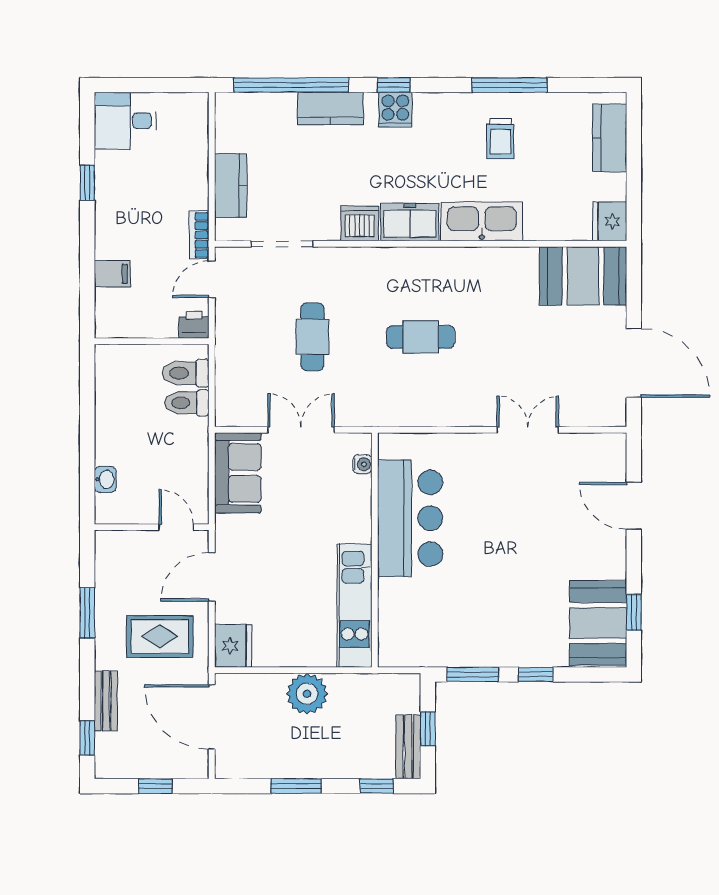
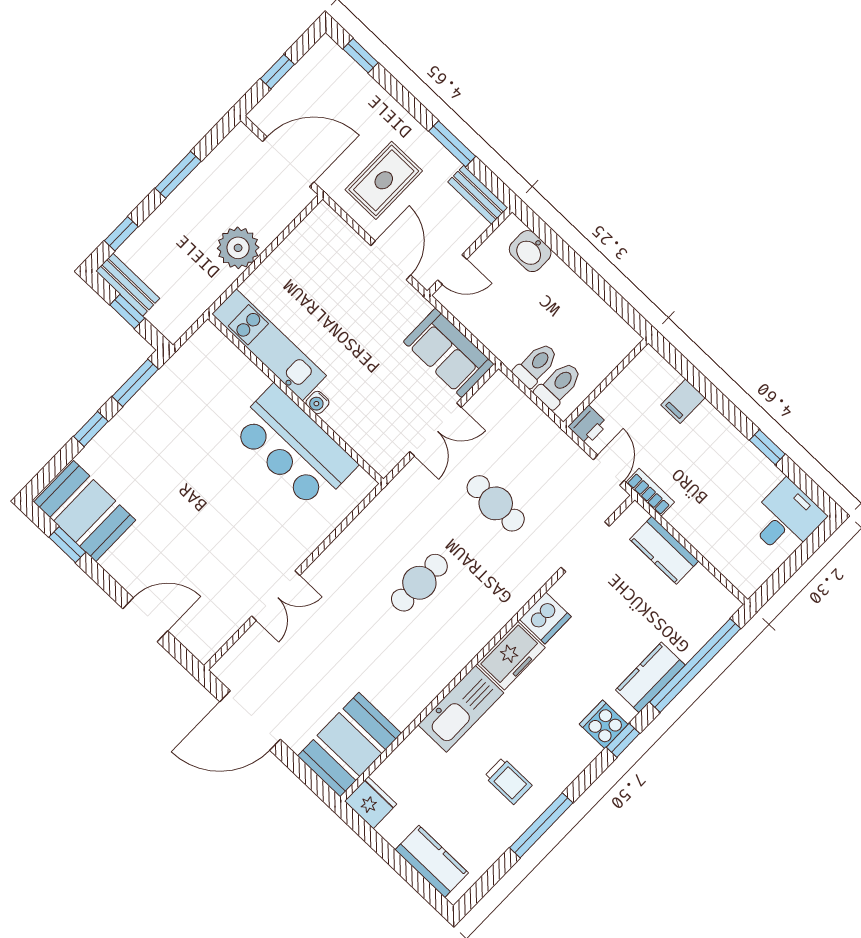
trolley: (501, 139) -> (508, 781), turned 180
water cooler: (362, 464) -> (317, 403), moved
washbasin: (105, 479) -> (530, 251), width x1.38, depth x1.45
fridge: (233, 646) -> (325, 228), removed
bench: (106, 701) -> (478, 195), moved

